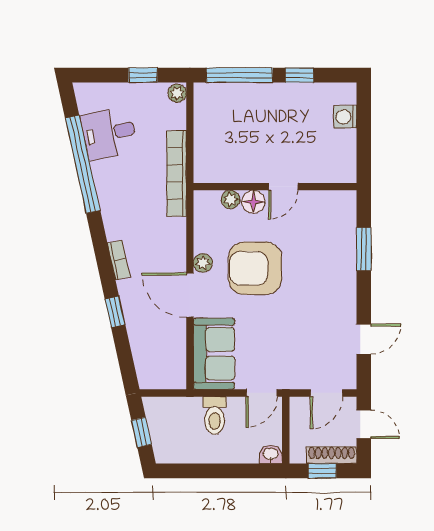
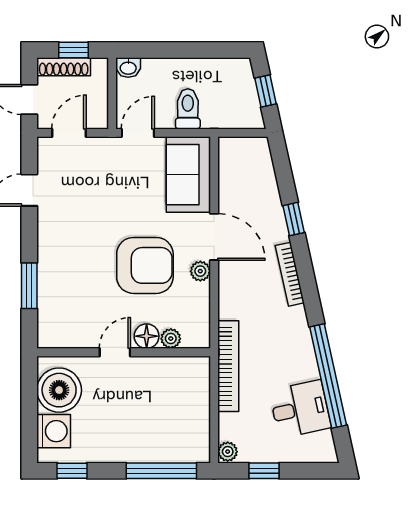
window: (299, 75) -> (72, 471), moved
washing machine: (345, 117) -> (54, 431), width x1.38, depth x1.38
boiler: (336, 151) -> (59, 390), added
bookcase: (119, 260) -> (290, 274), width x1.56

